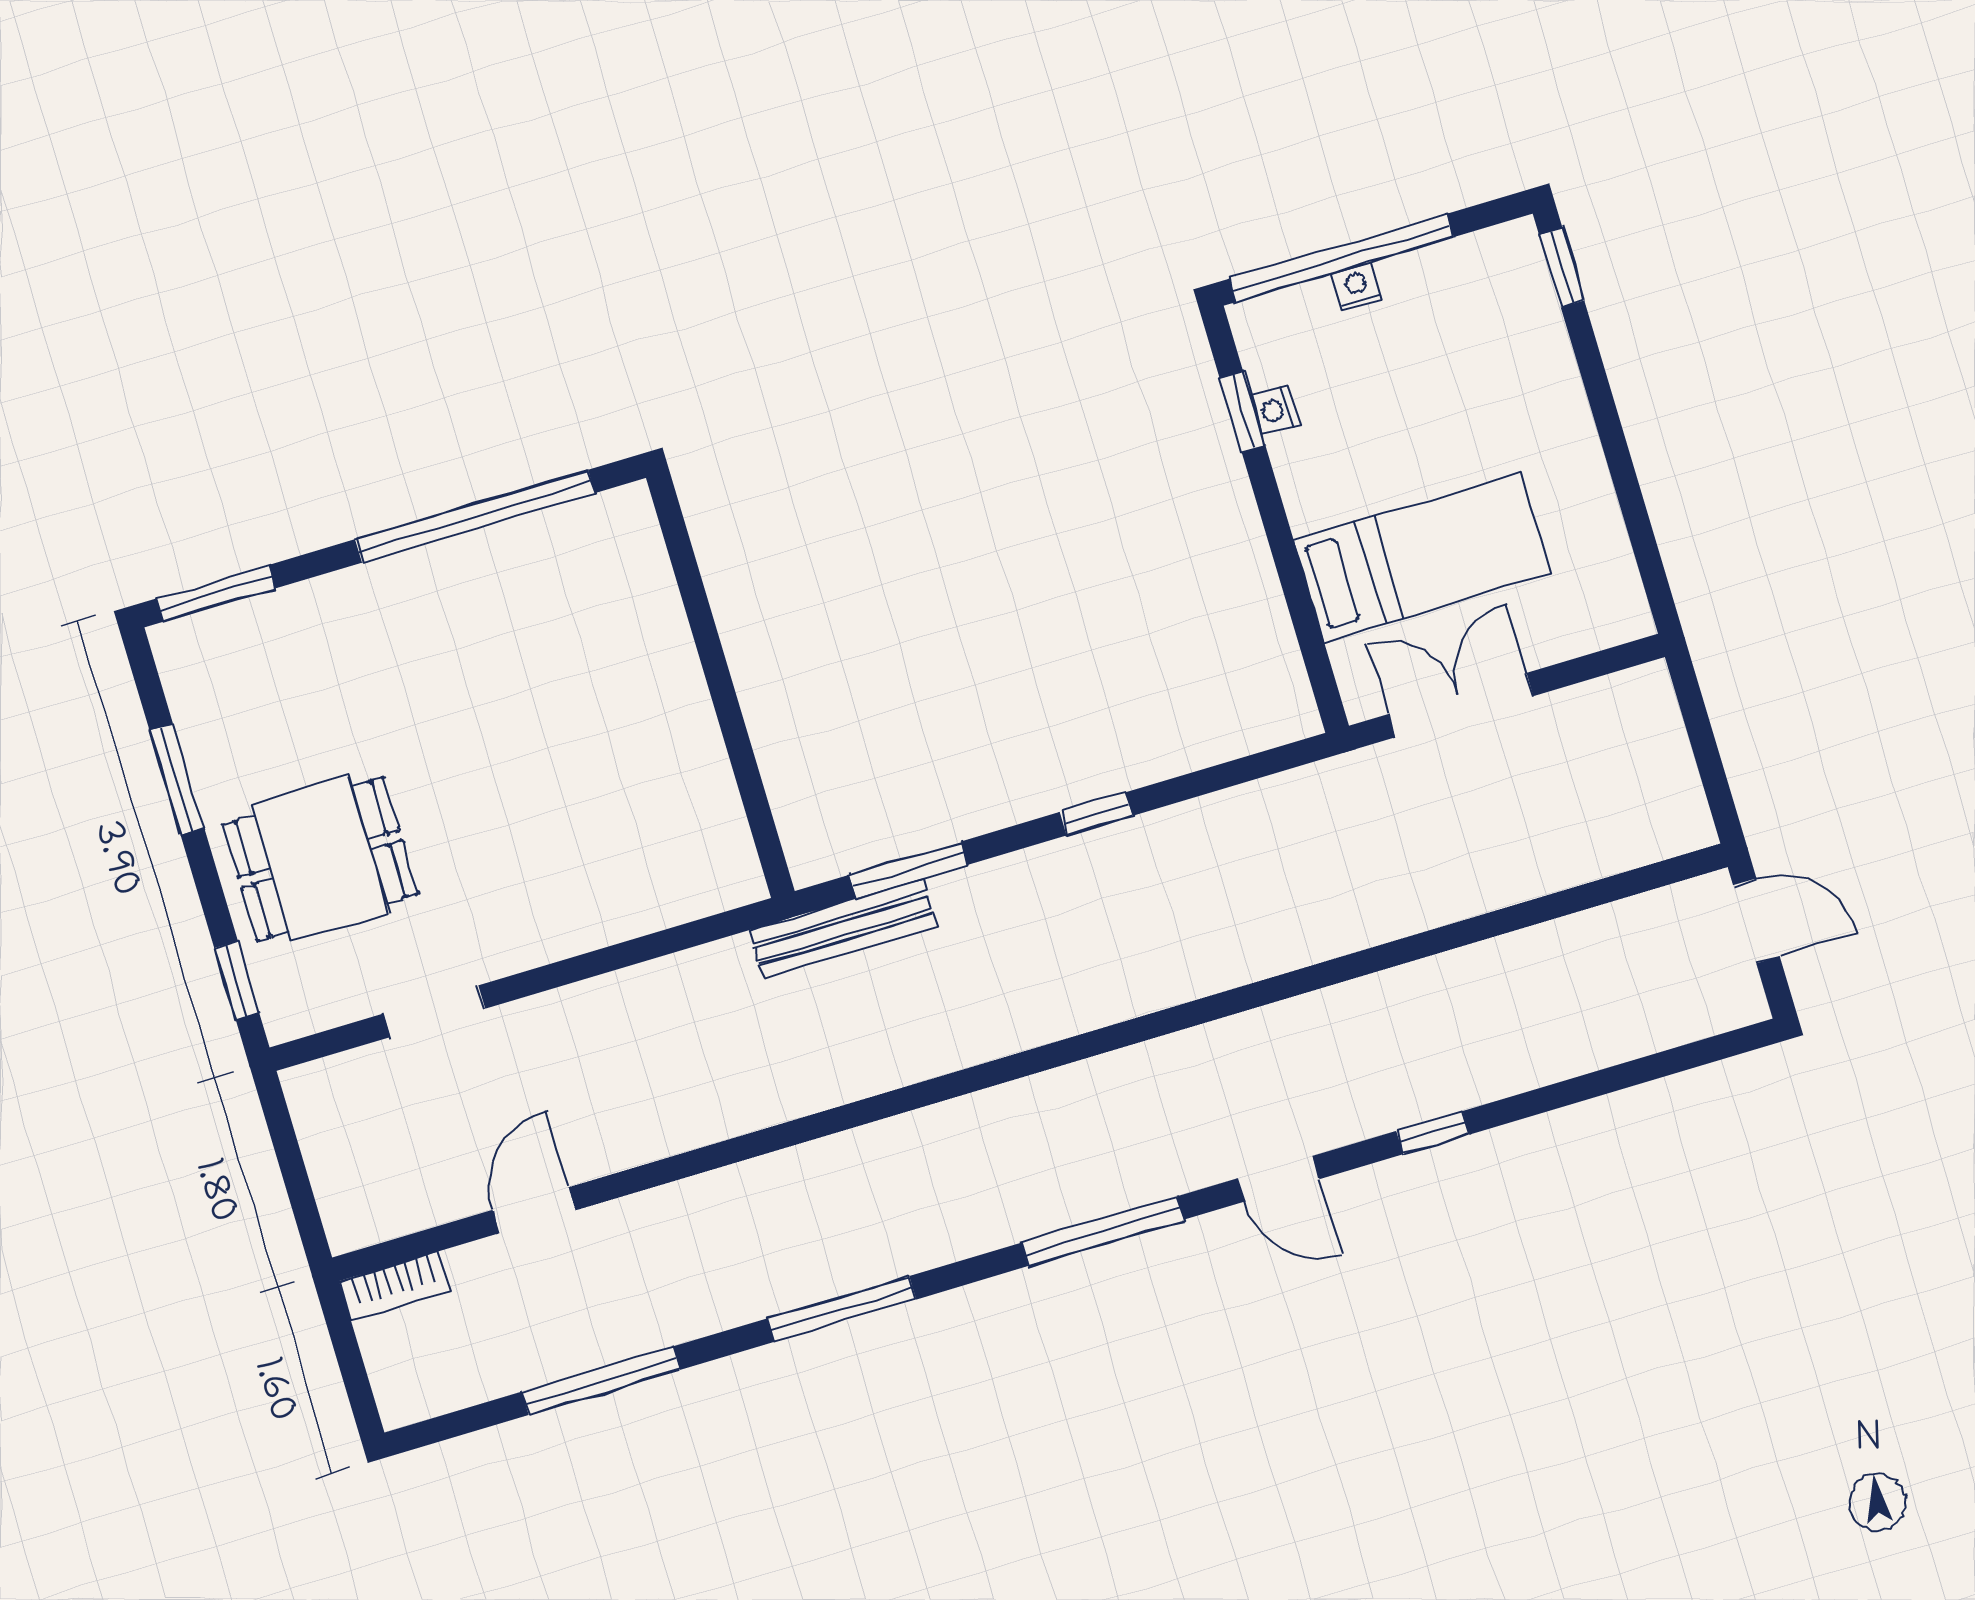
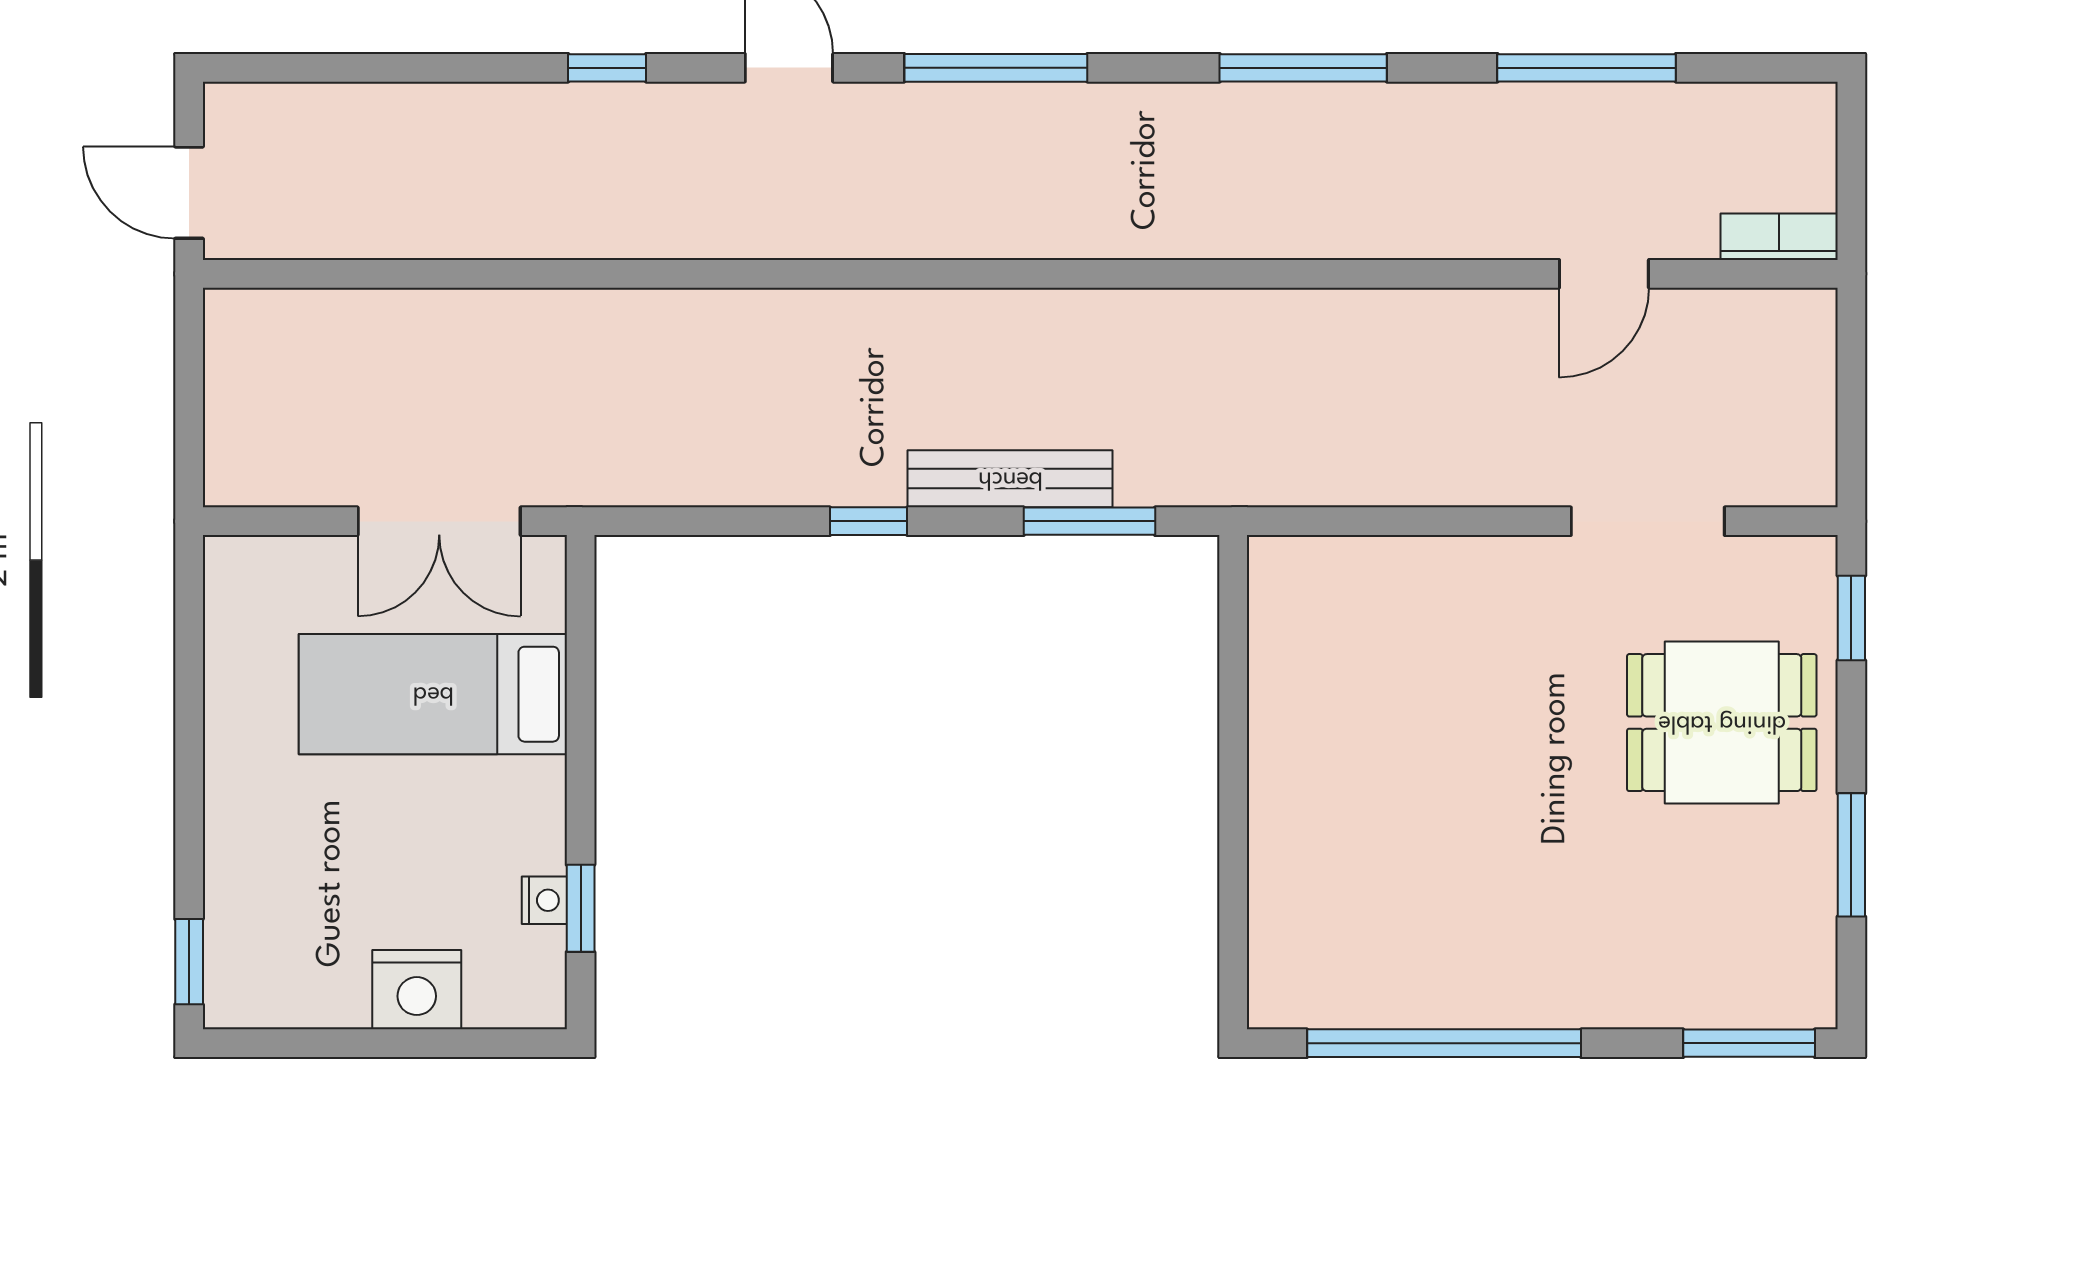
window: (1342, 258) -> (424, 1043), removed
nightstand: (1357, 287) -> (417, 990), width x1.89, depth x1.79
bench: (843, 929) -> (1010, 479), moved
doorway: (434, 1011) -> (1648, 521), width x1.38

